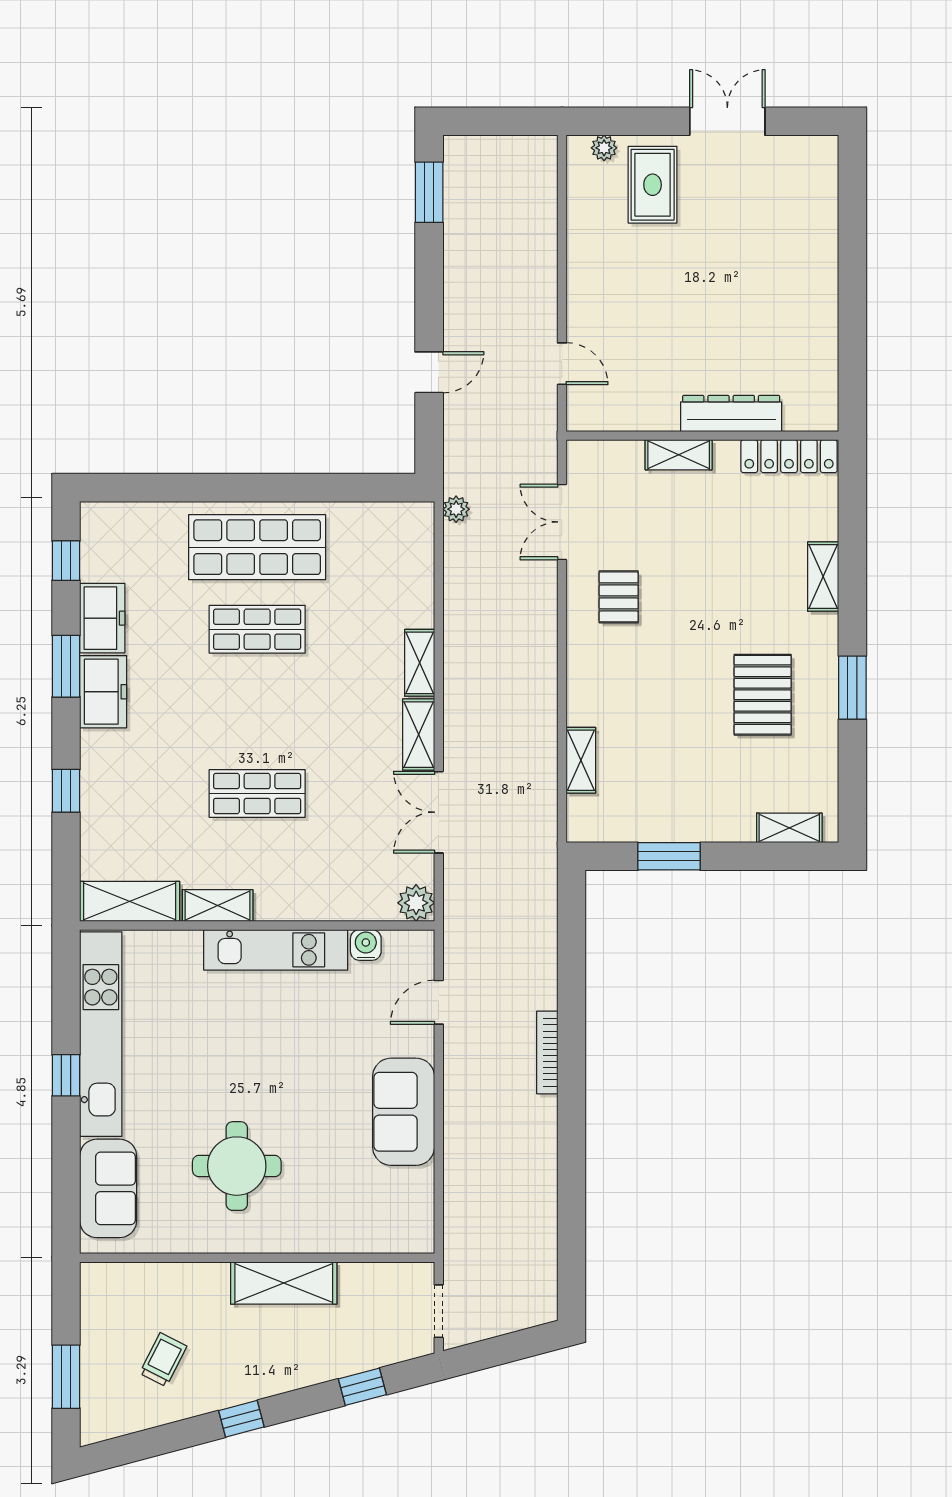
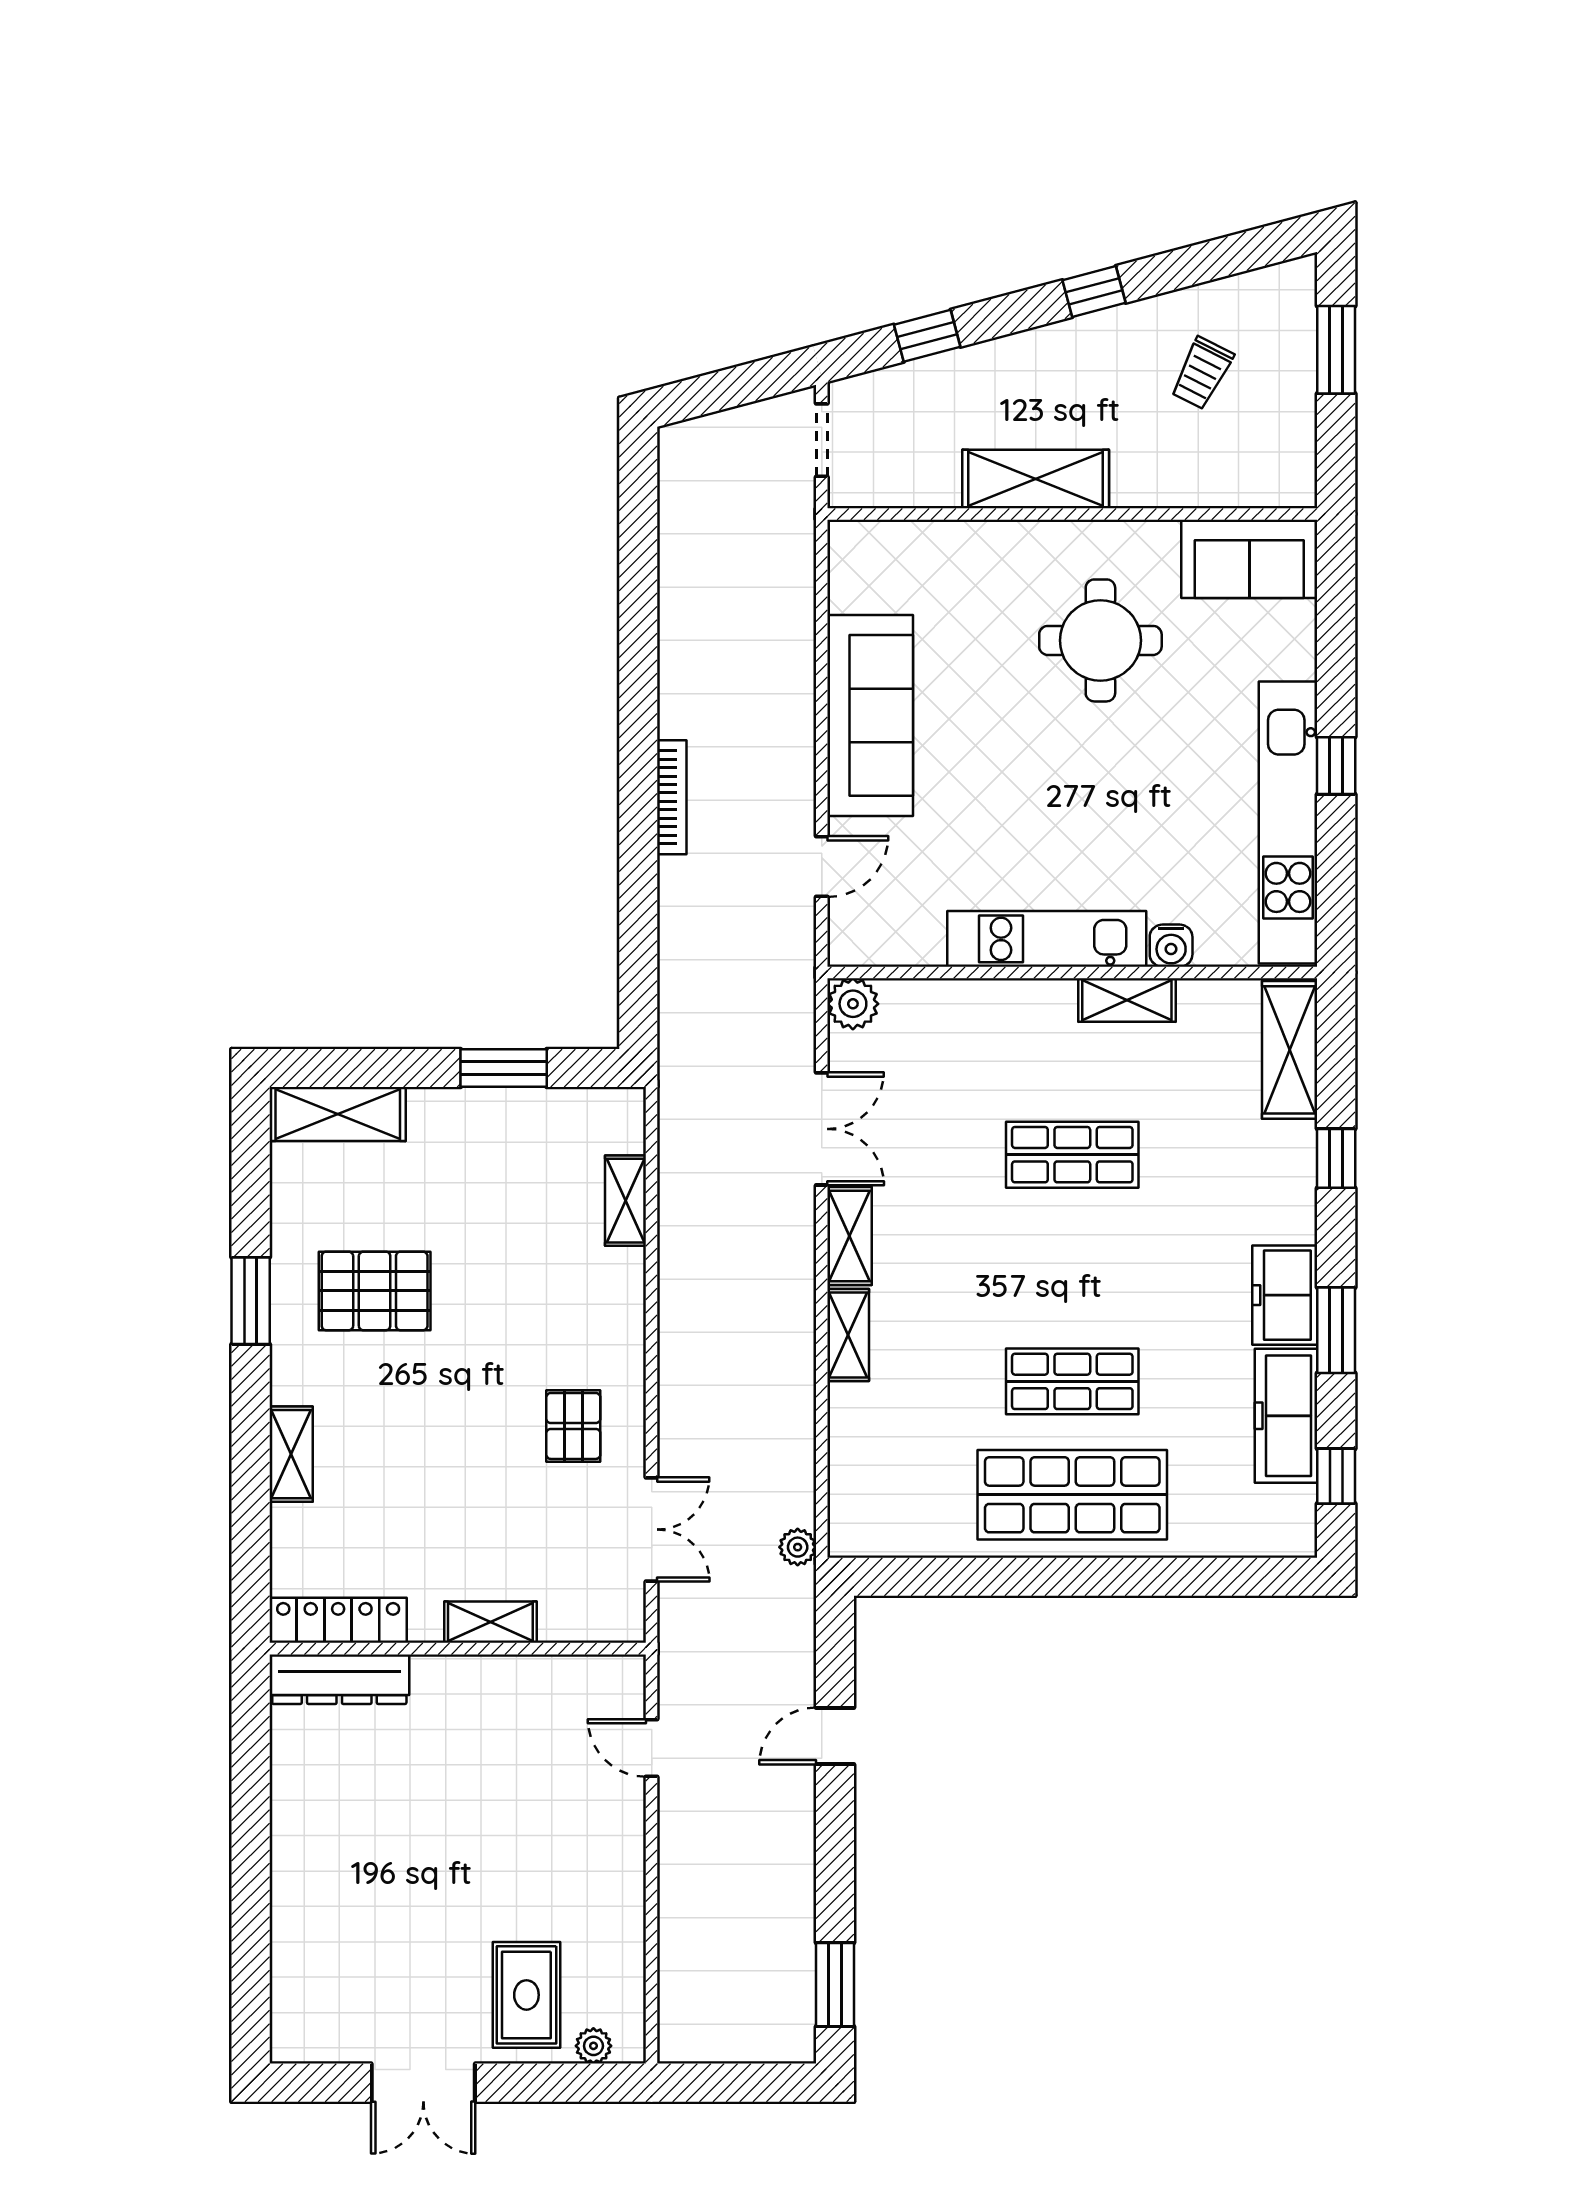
dresser: (731, 413) -> (339, 1679), moved
freezer: (102, 618) -> (1286, 1416), width x1.40
pallet: (763, 695) -> (375, 1291), turned 90
shelving: (789, 828) -> (338, 1114), width x1.50, depth x1.33
shelving: (130, 901) -> (1290, 1050), moved, turned 90
water cooler: (366, 945) -> (1171, 946), moved
sofa: (404, 1112) -> (870, 715), width x1.36
sofa: (108, 1188) -> (1249, 559), moved, turned -90

